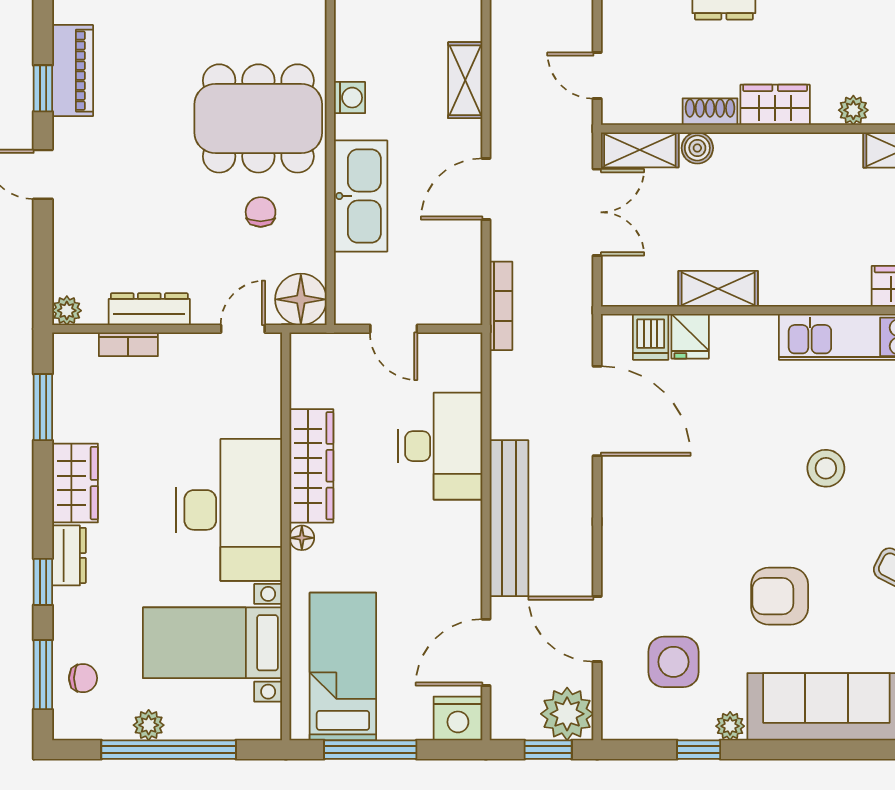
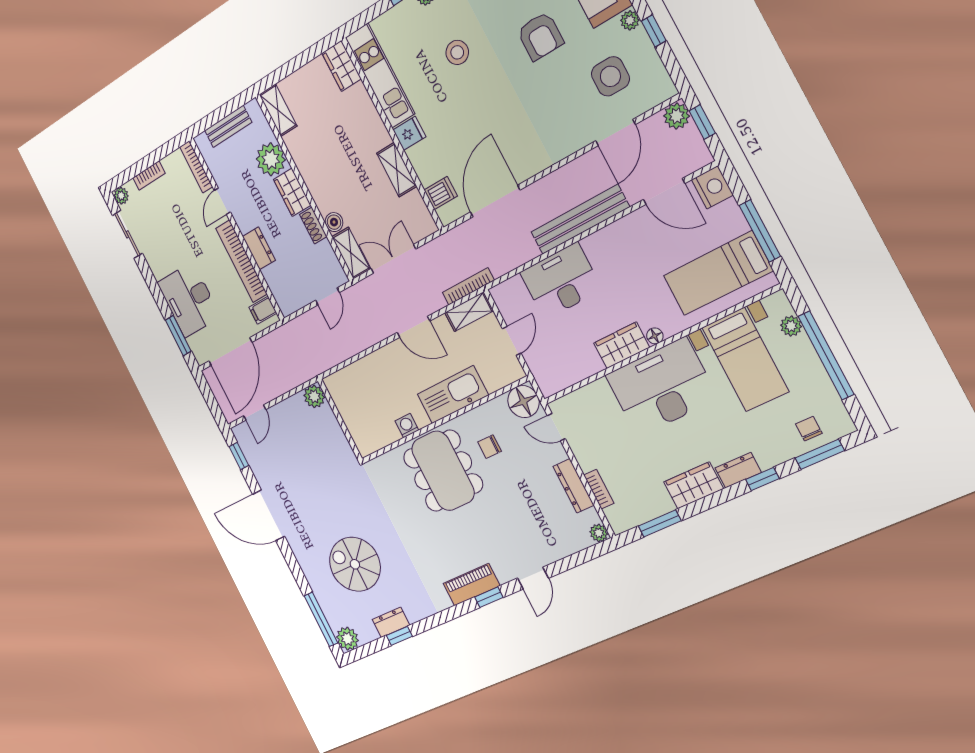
shelving: (465, 80) -> (469, 312), moved
plant: (853, 110) -> (271, 159), width x1.87, depth x1.87
fridge: (690, 336) -> (409, 133), moved
wardrobe: (311, 466) -> (622, 345), width x0.67
plant: (567, 714) -> (677, 116), width x0.73, depth x0.73
plant: (149, 725) -> (791, 326), moved

